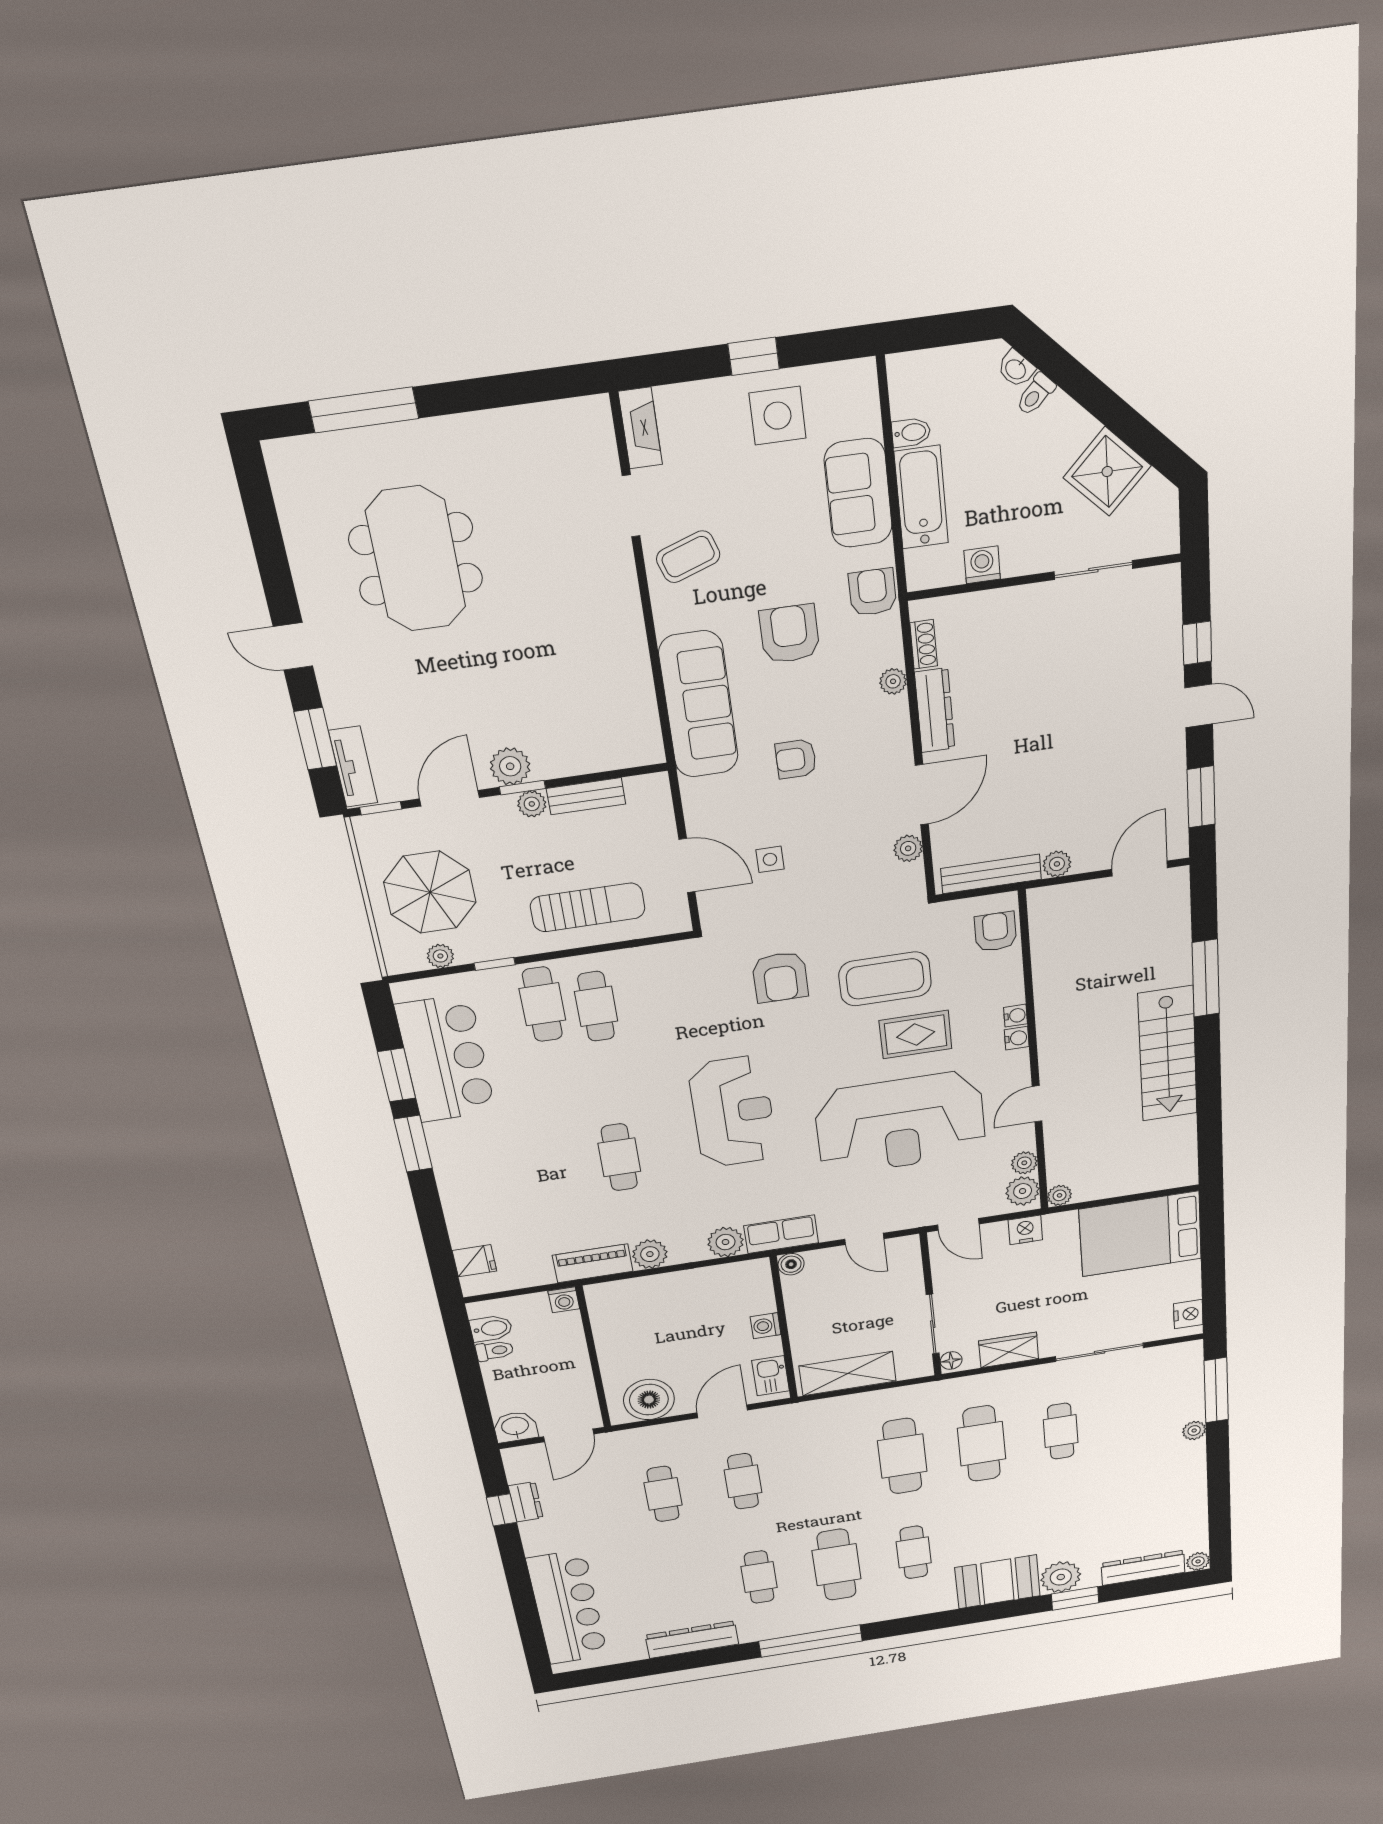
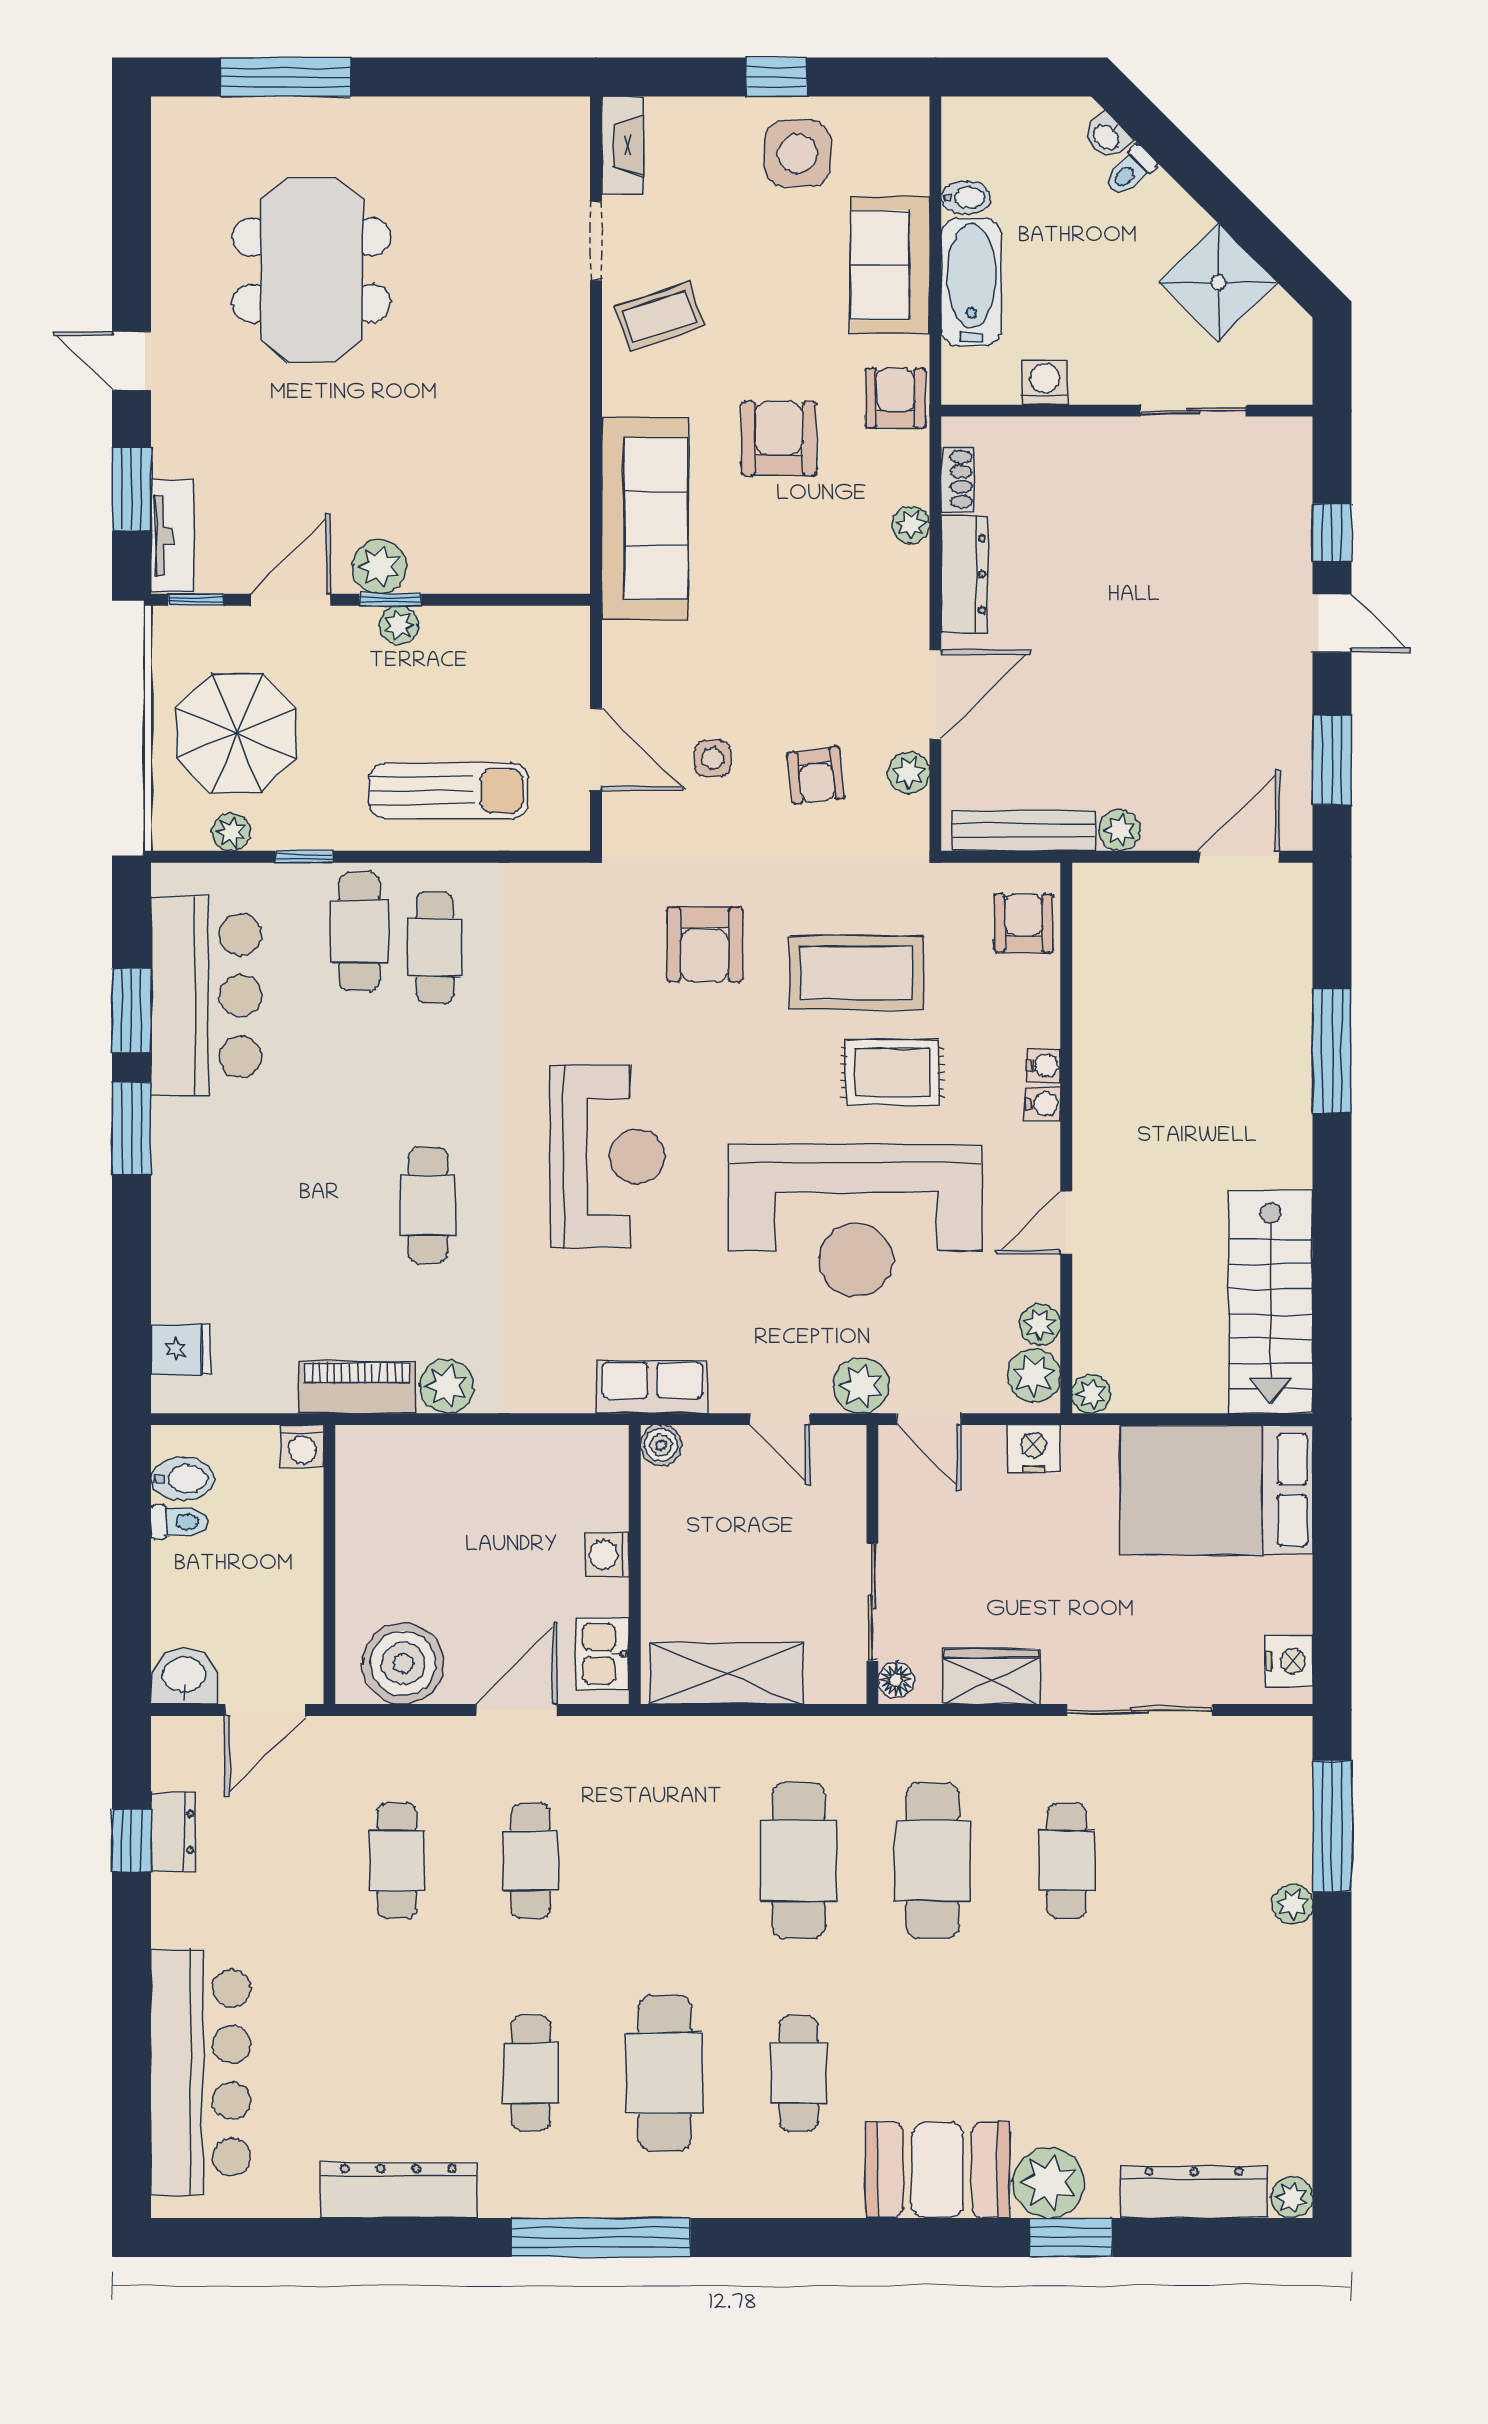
armchair: (796, 759) -> (816, 775), moved, turned -97
bench: (586, 796) -> (474, 625), removed
stairs: (1168, 1054) -> (1271, 1302), moved
plant: (726, 1242) -> (861, 1385), moved

